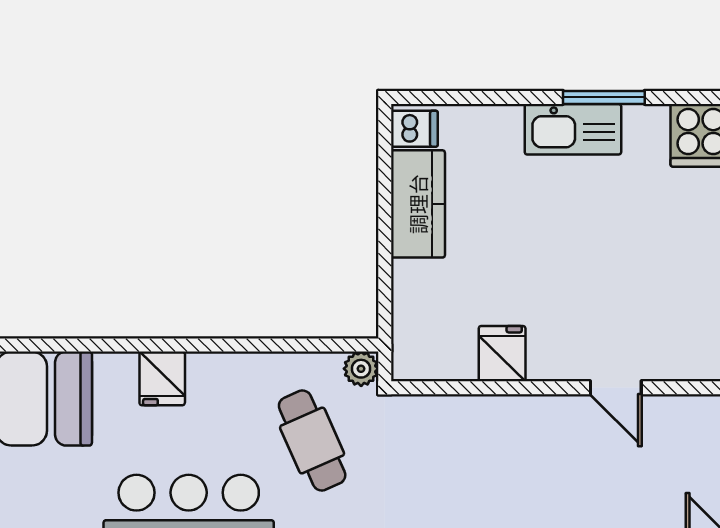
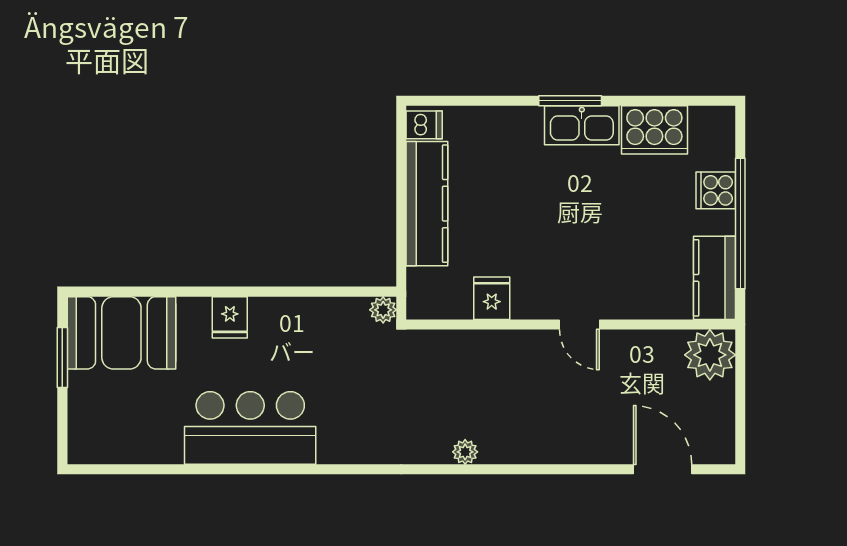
kitchen sink: (573, 129) -> (582, 125), moved
kitchen counter: (418, 204) -> (427, 204), width x1.50
cafe table: (312, 441) -> (345, 365), removed

